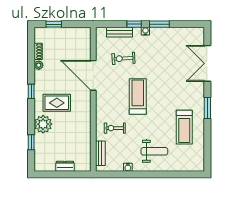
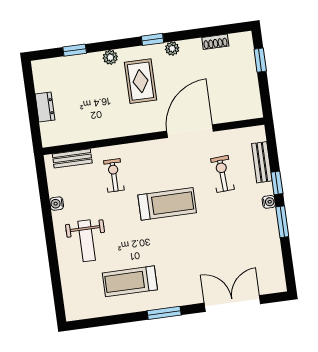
plant: (39, 65) -> (172, 49), moved
plant: (43, 124) -> (110, 57), width x0.53, depth x0.53

